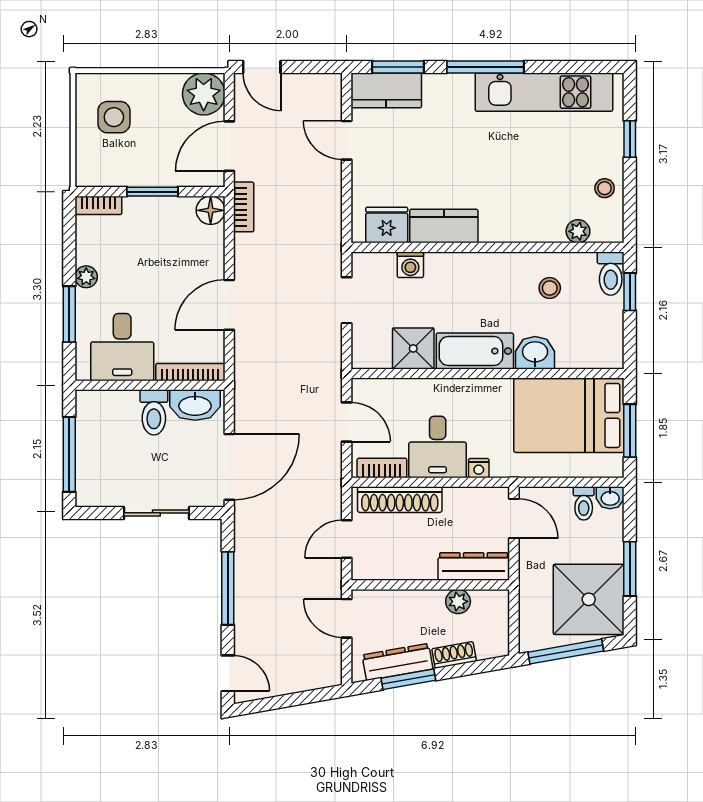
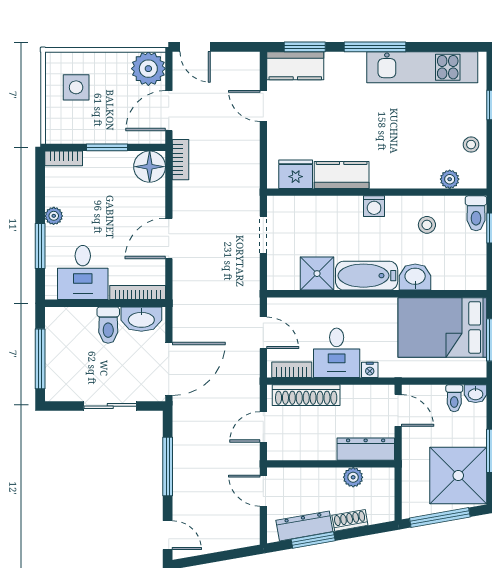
floor lamp: (211, 210) -> (150, 167), width x1.38, depth x1.38
washing machine: (410, 265) -> (374, 206), moved

